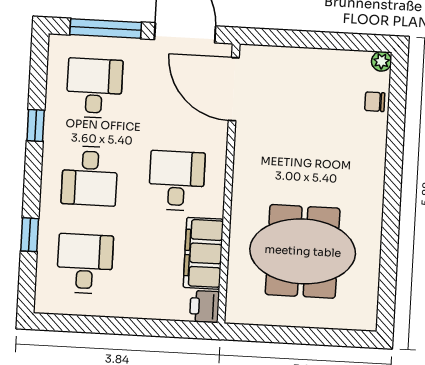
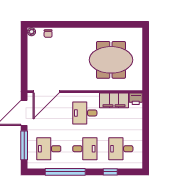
window: (36, 125) -> (65, 172), width x3.17
meeting table: (303, 251) -> (111, 60), turned 90

